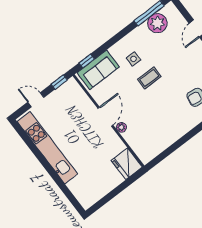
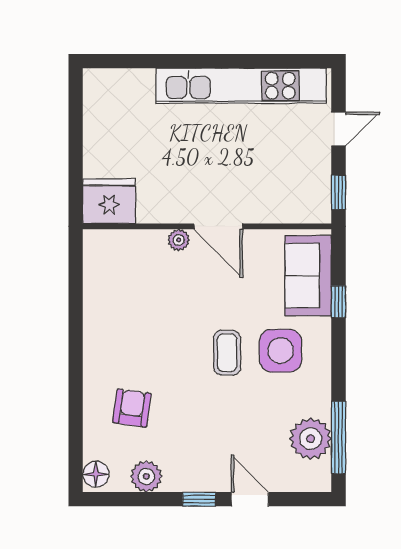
side table: (133, 59) -> (281, 351), width x1.87, depth x1.87
window: (87, 61) -> (339, 302), moved

